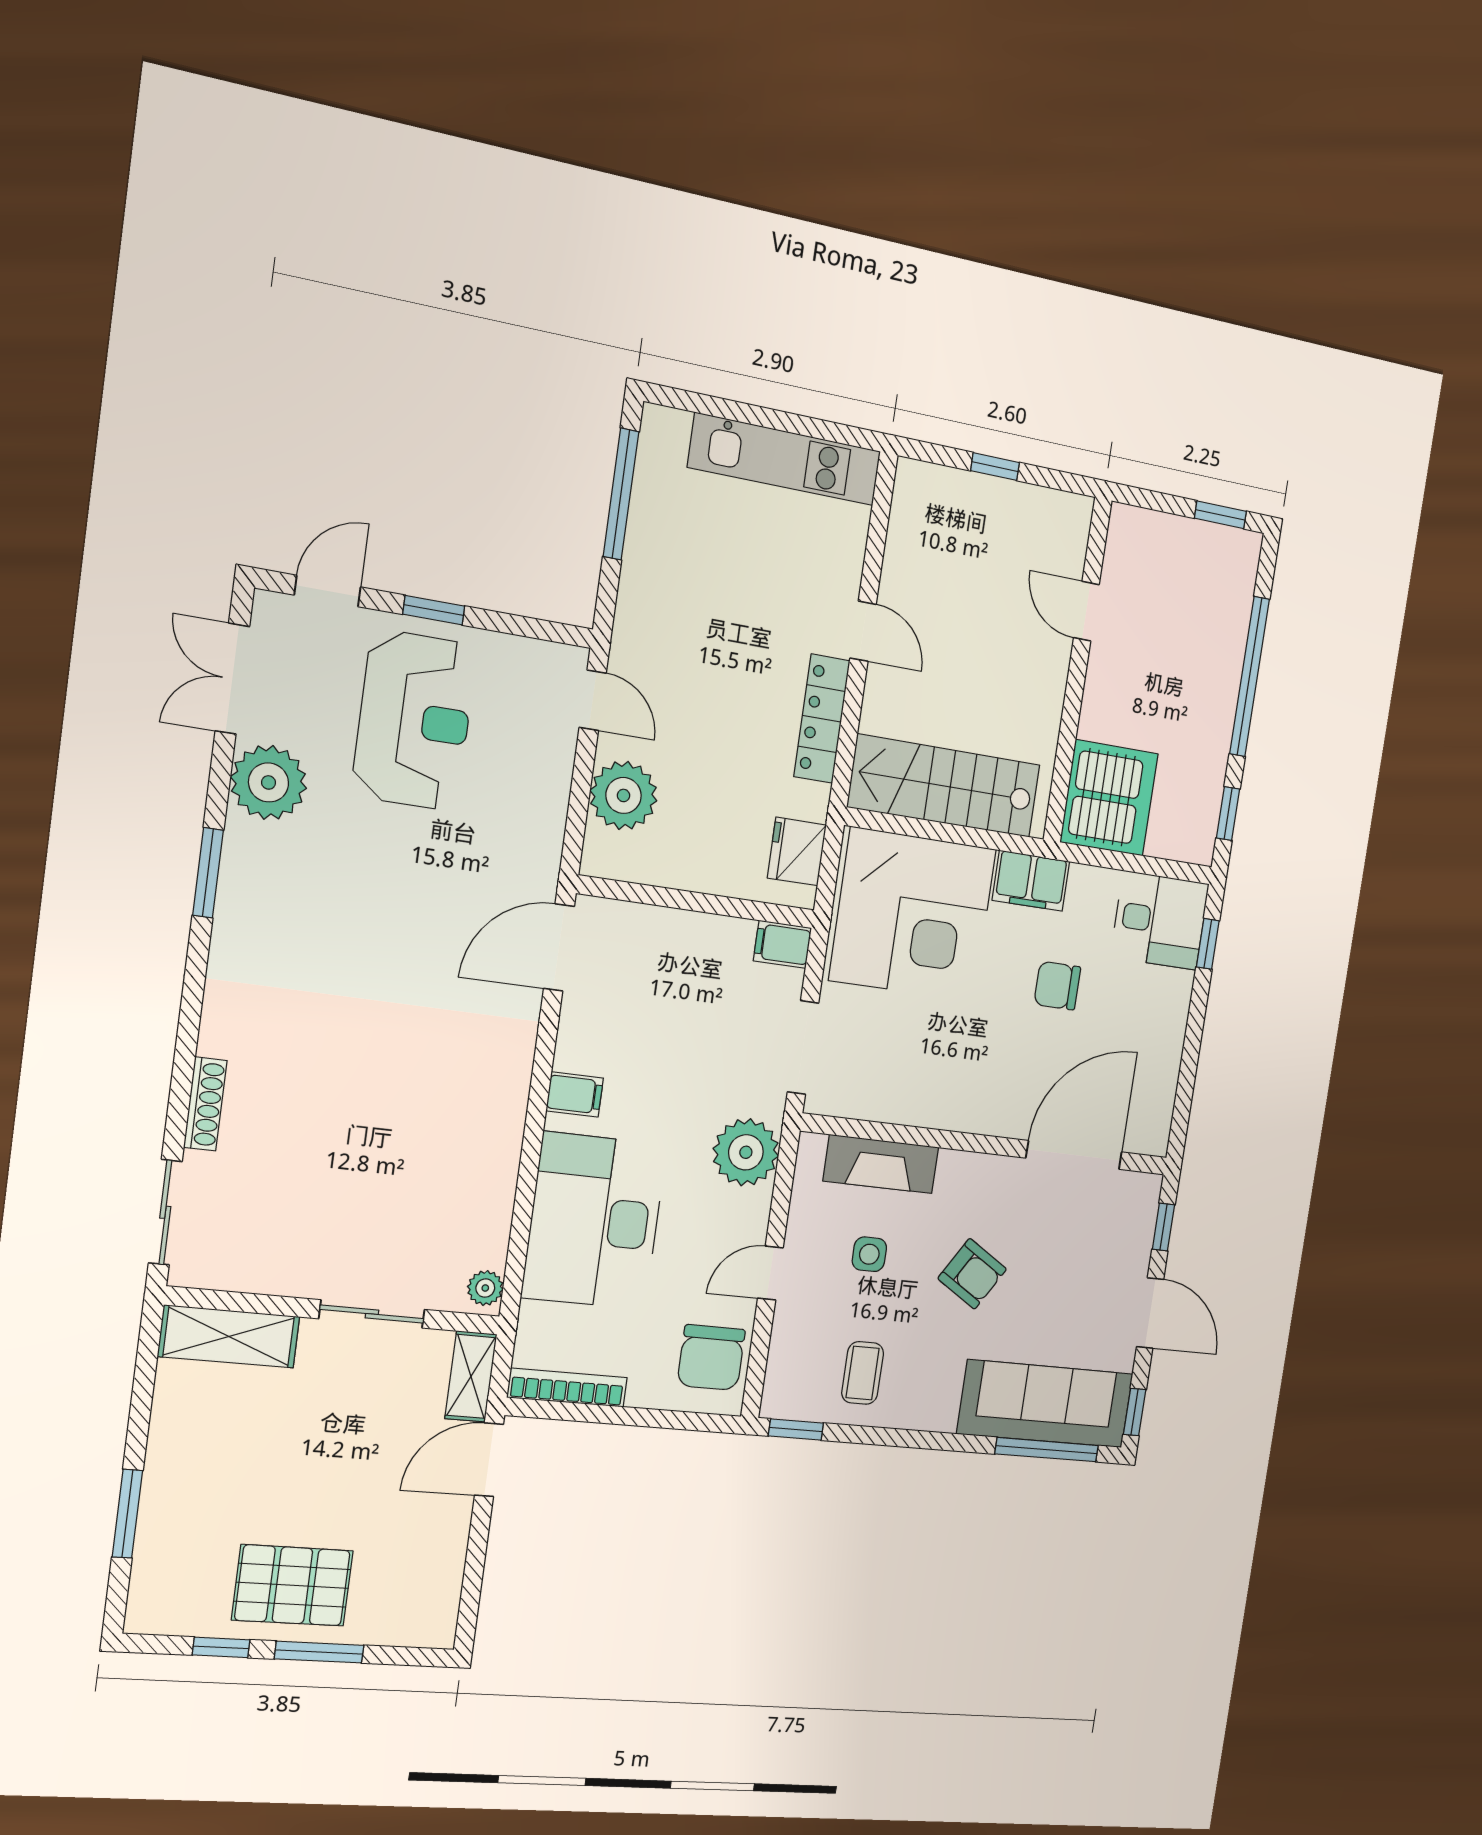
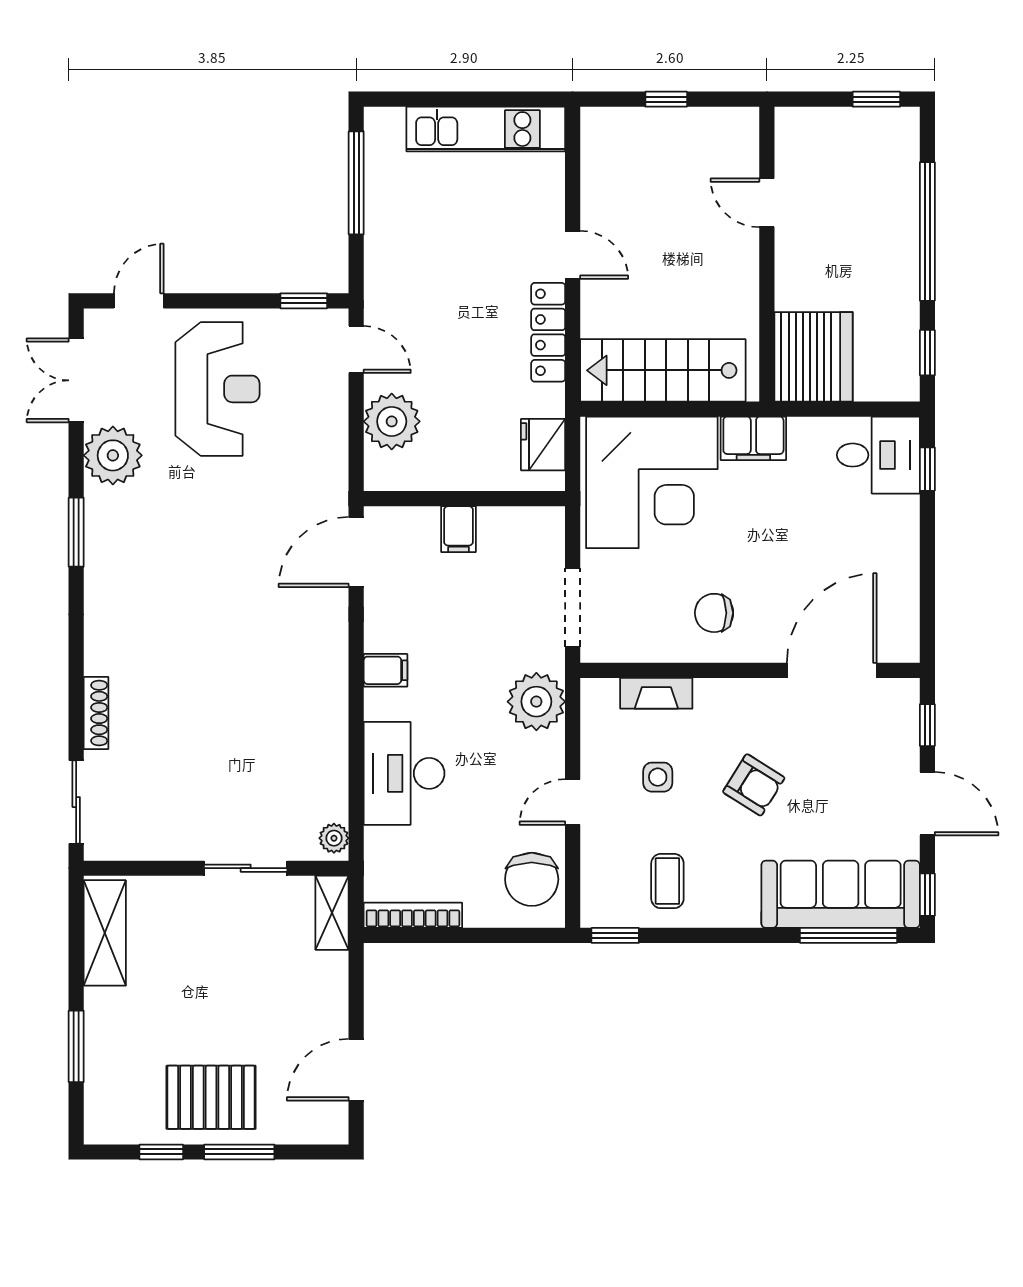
window: (434, 610) -> (304, 301), moved
filing cabinet: (783, 944) -> (458, 529), moved, turned -90
chair: (1057, 986) -> (714, 613), moved
fireplace: (881, 1164) -> (656, 693), width x0.73, depth x0.76
desk: (594, 1221) -> (404, 773), width x0.73, depth x0.77
shelving: (229, 1337) -> (105, 933), moved, turned 90
door: (489, 1460) -> (356, 1070), moved

